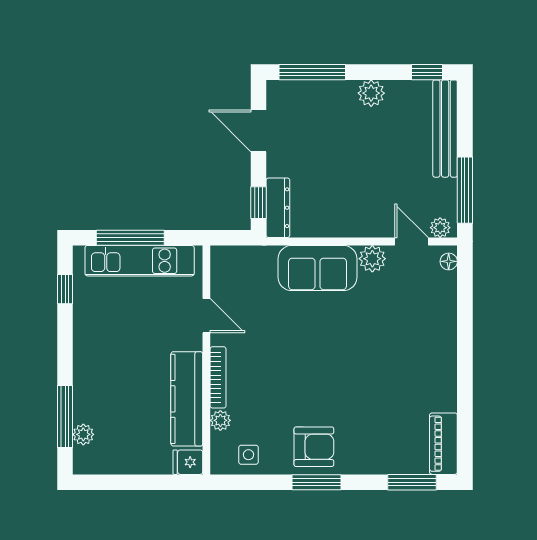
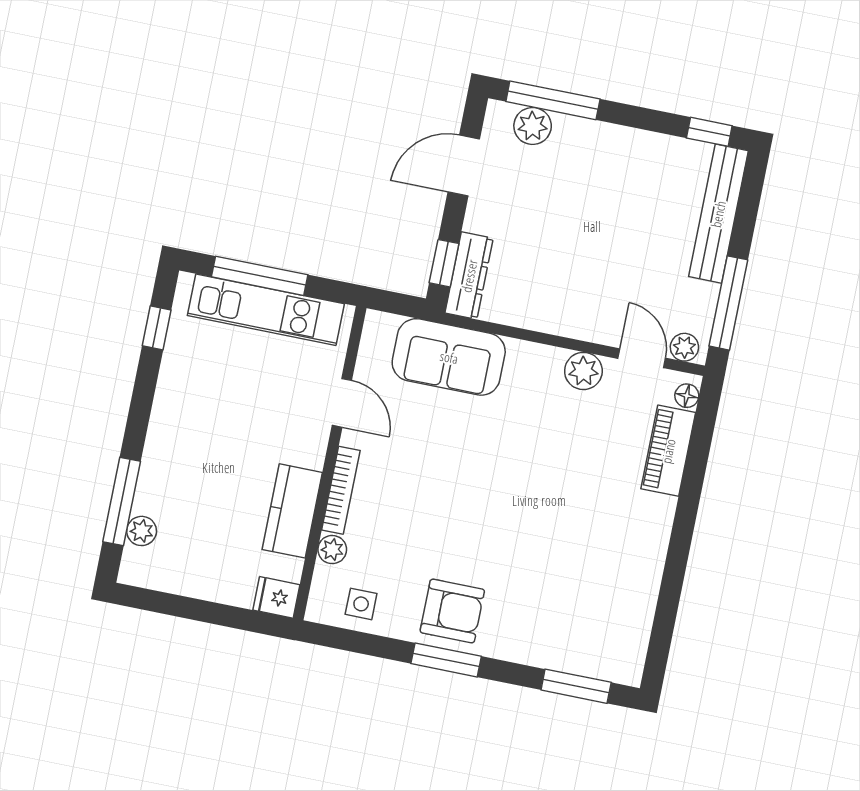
plant: (371, 93) -> (533, 126), moved
door: (259, 131) -> (464, 166), hinge flipped
sofa: (318, 268) -> (449, 357), moved
kitchen counter: (187, 399) -> (292, 511), width x0.67
piano: (443, 444) -> (668, 451), moved

